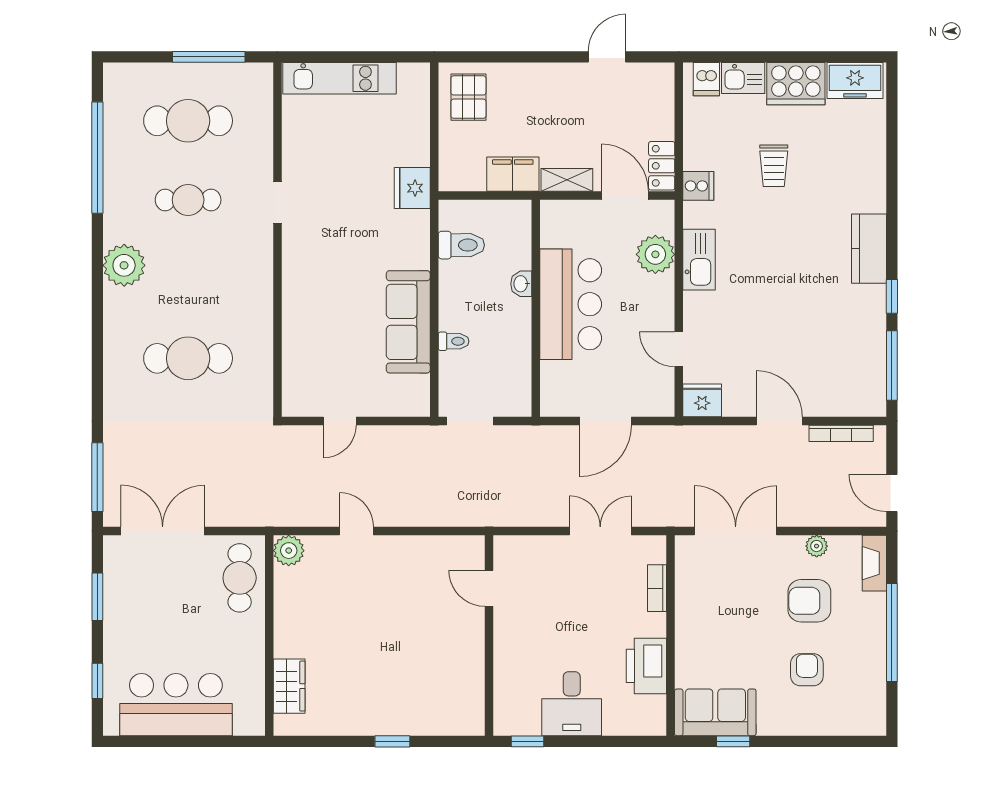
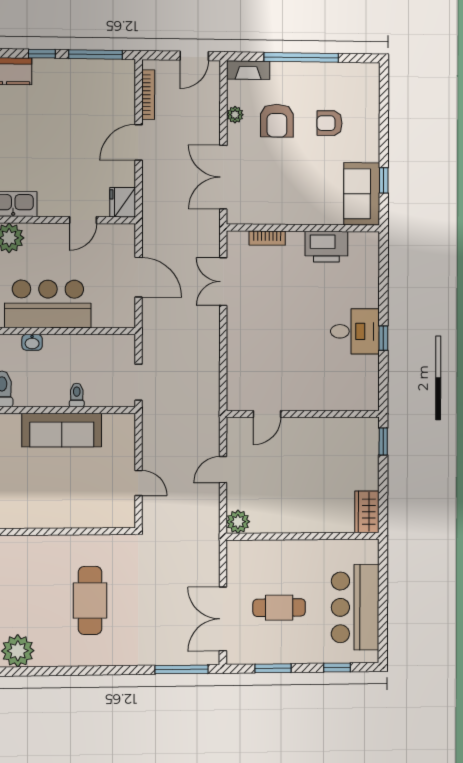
cafe table: (240, 578) -> (279, 608), moved
door: (489, 588) -> (267, 414), moved
wall: (489, 635) -> (303, 414), moved
wardrobe: (289, 686) -> (367, 512), moved, turned -90
desk: (572, 704) -> (355, 331), moved

